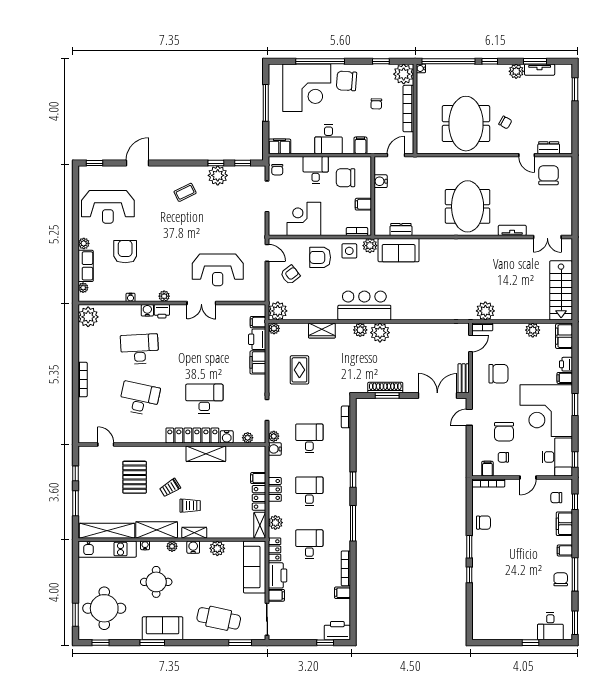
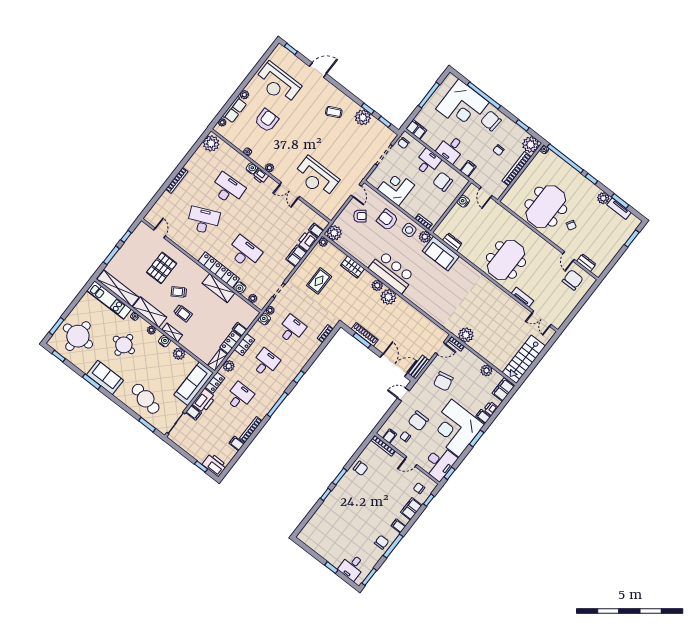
door: (396, 155) -> (486, 192), swing flipped
filing cabinet: (363, 204) -> (441, 207), removed
chair: (498, 374) -> (443, 381), turned 78
desk: (140, 399) -> (203, 220), turned -36

